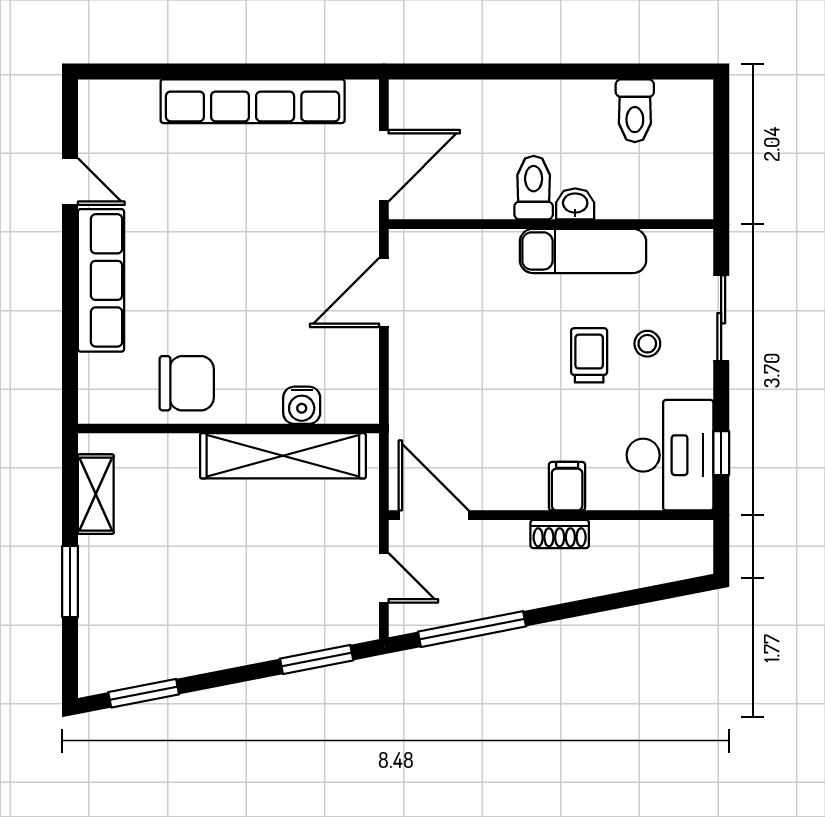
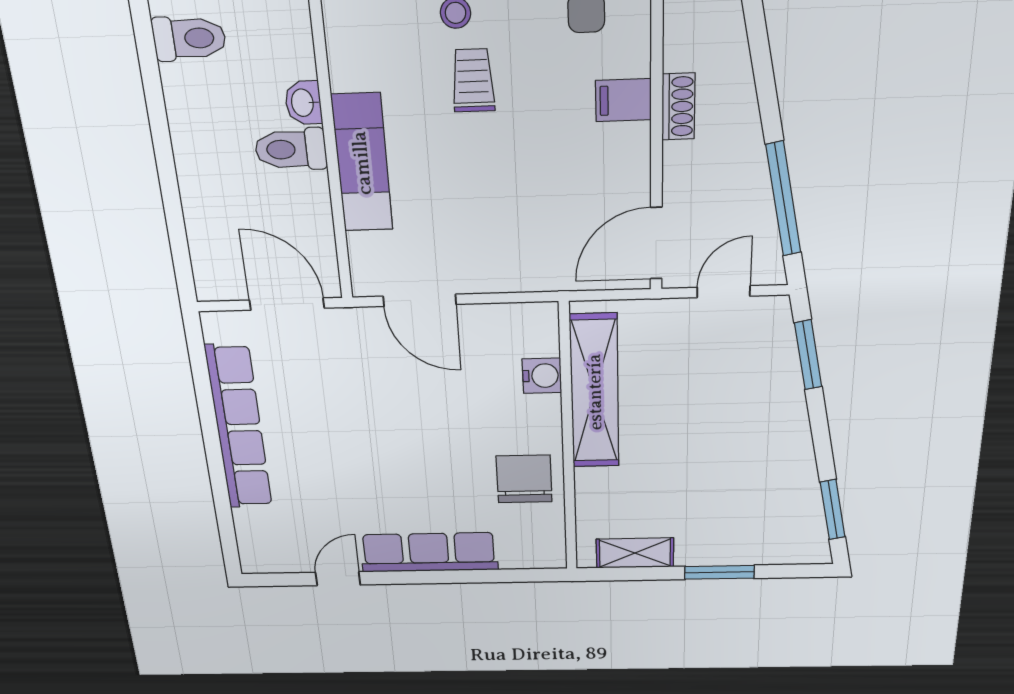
exam couch: (583, 251) -> (362, 163), moved
trolley: (589, 355) -> (473, 81), turned 90

